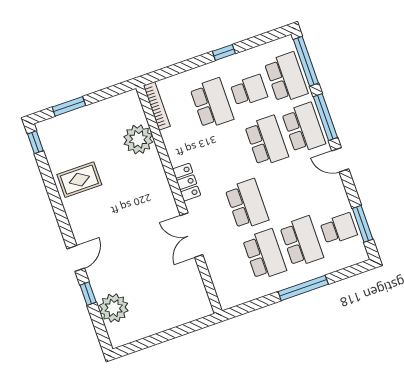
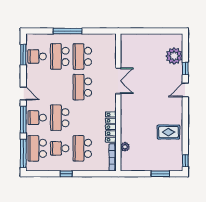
school desk: (304, 128) -> (37, 118), width x0.54
plant: (138, 139) -> (125, 147), width x0.53, depth x0.53
locker: (187, 182) -> (111, 127), moved, width x1.53

